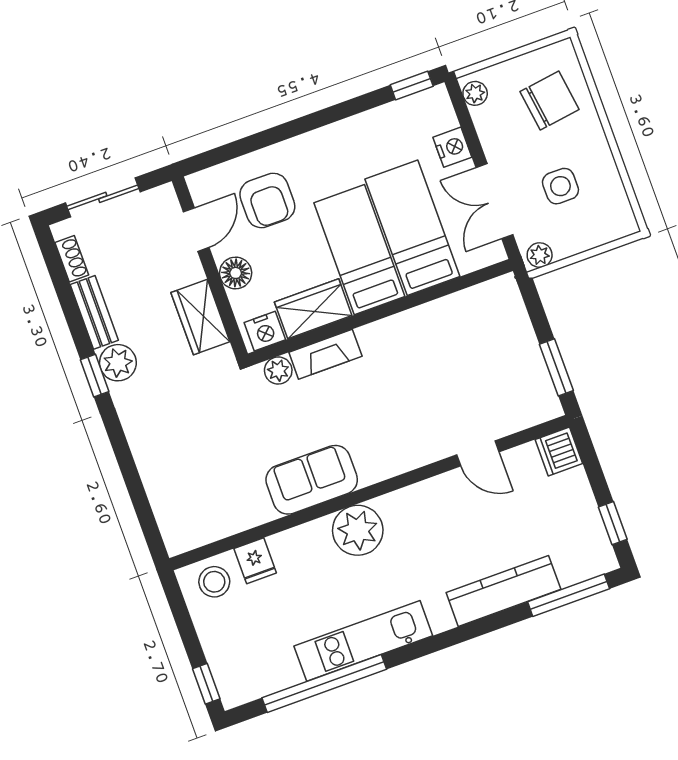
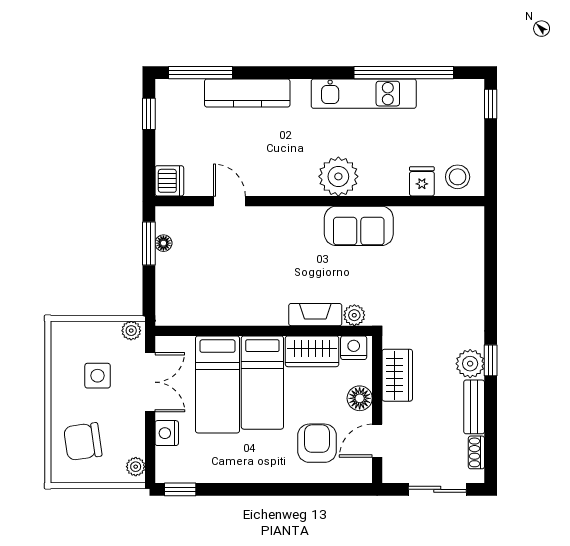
floor lamp: (539, 374) -> (163, 243), added

